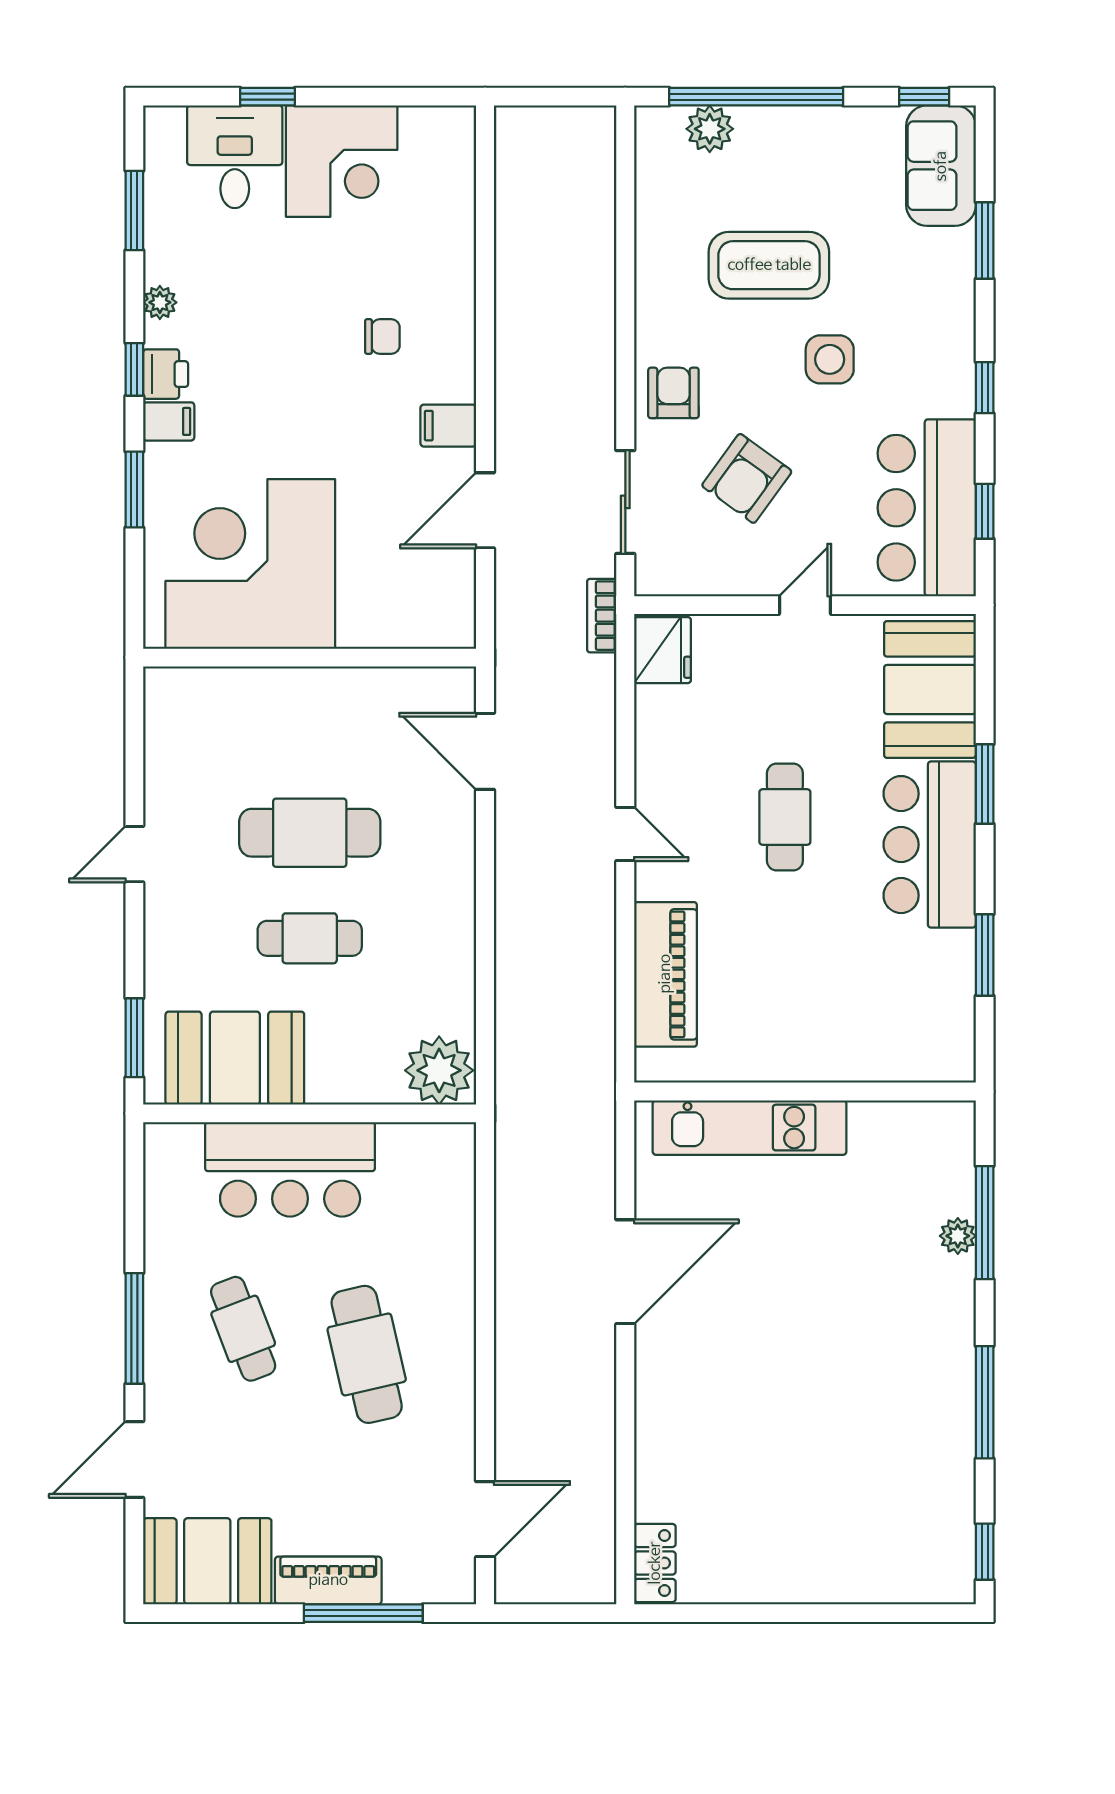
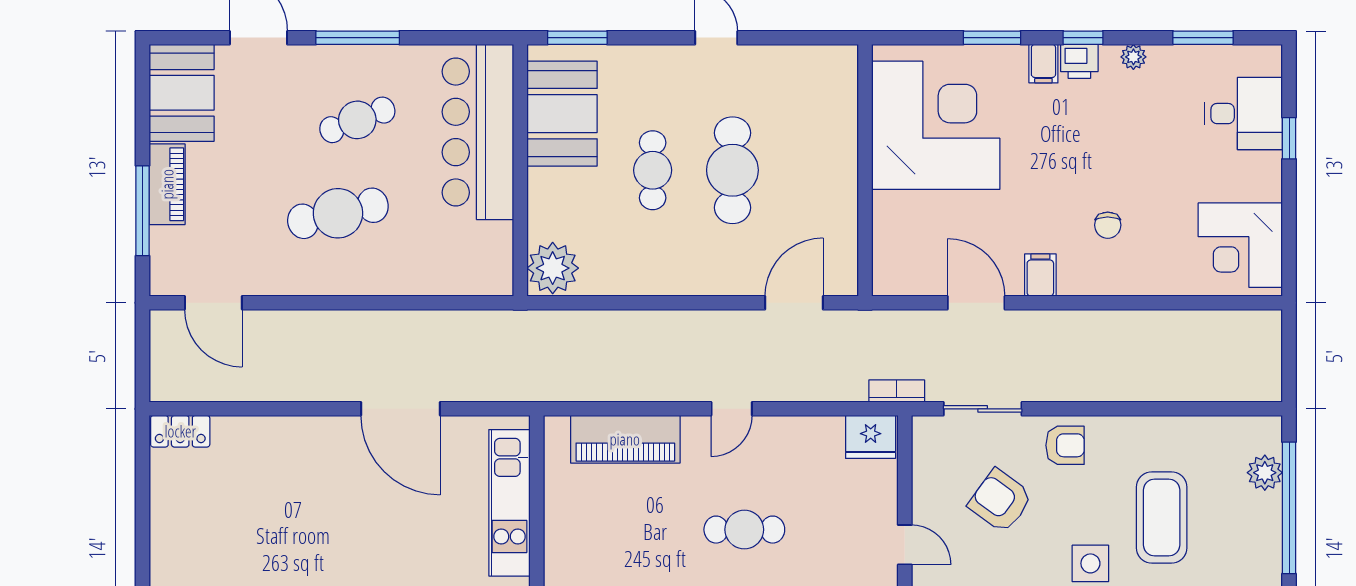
corner desk: (342, 161) -> (1240, 245), moved
bar counter: (290, 1169) -> (478, 132), width x1.36

